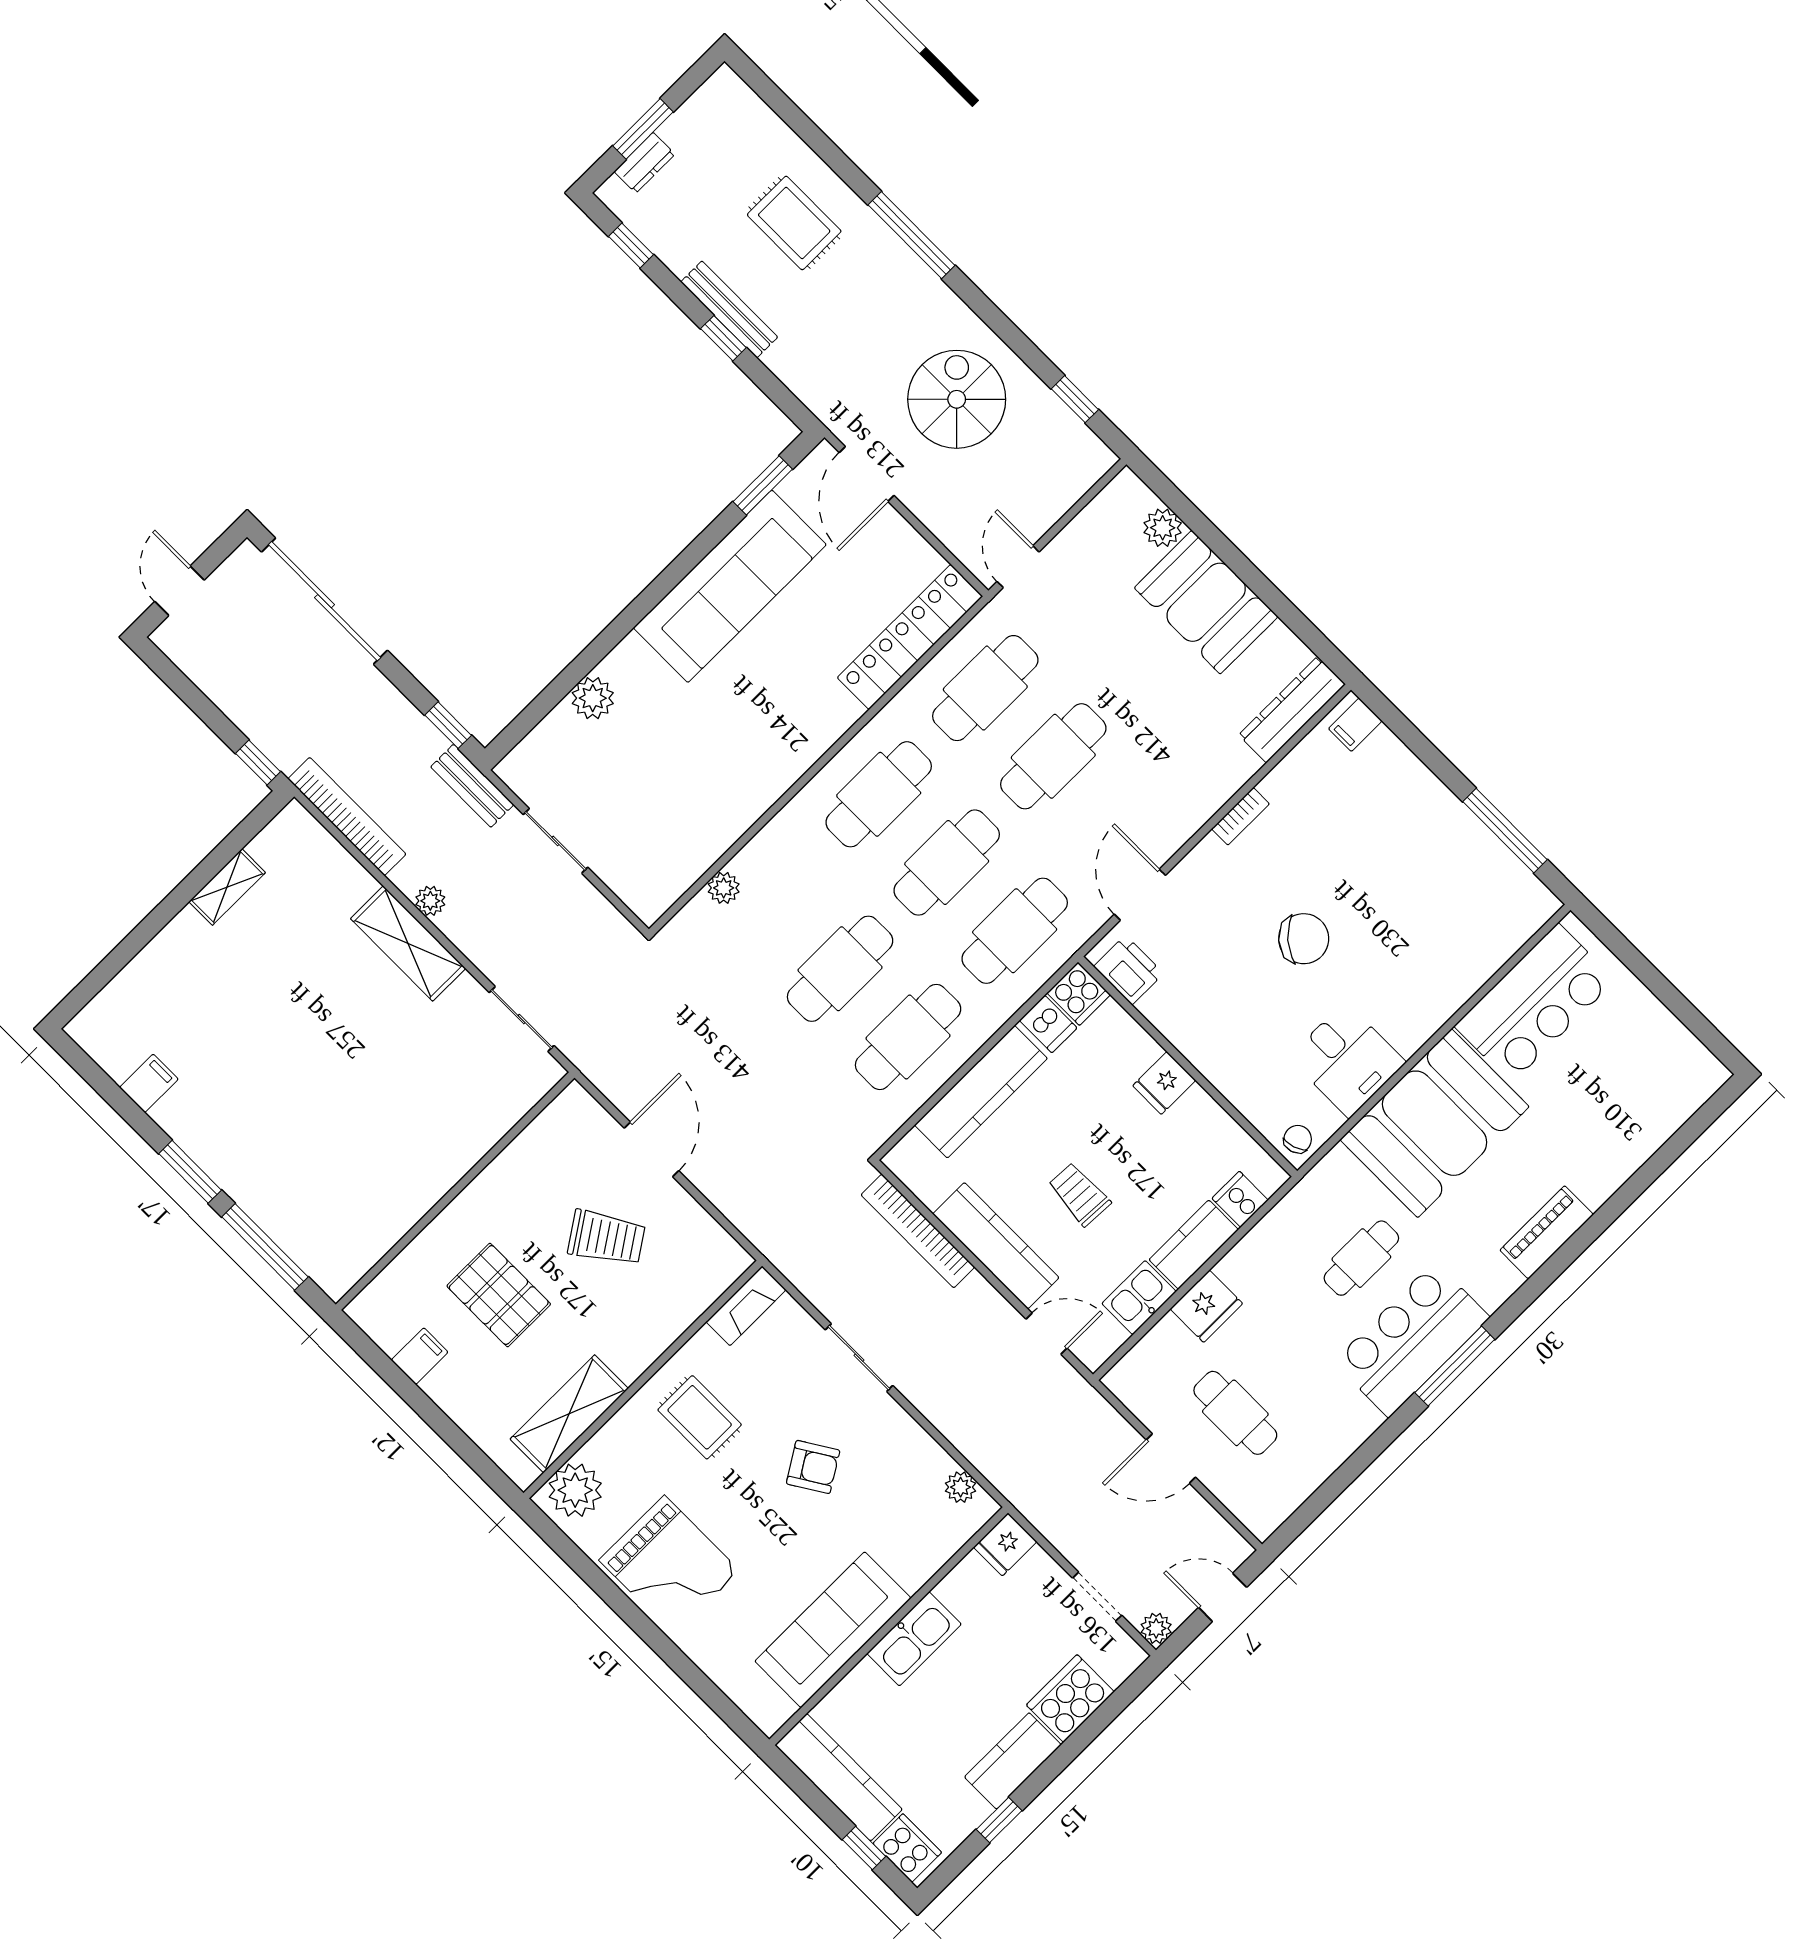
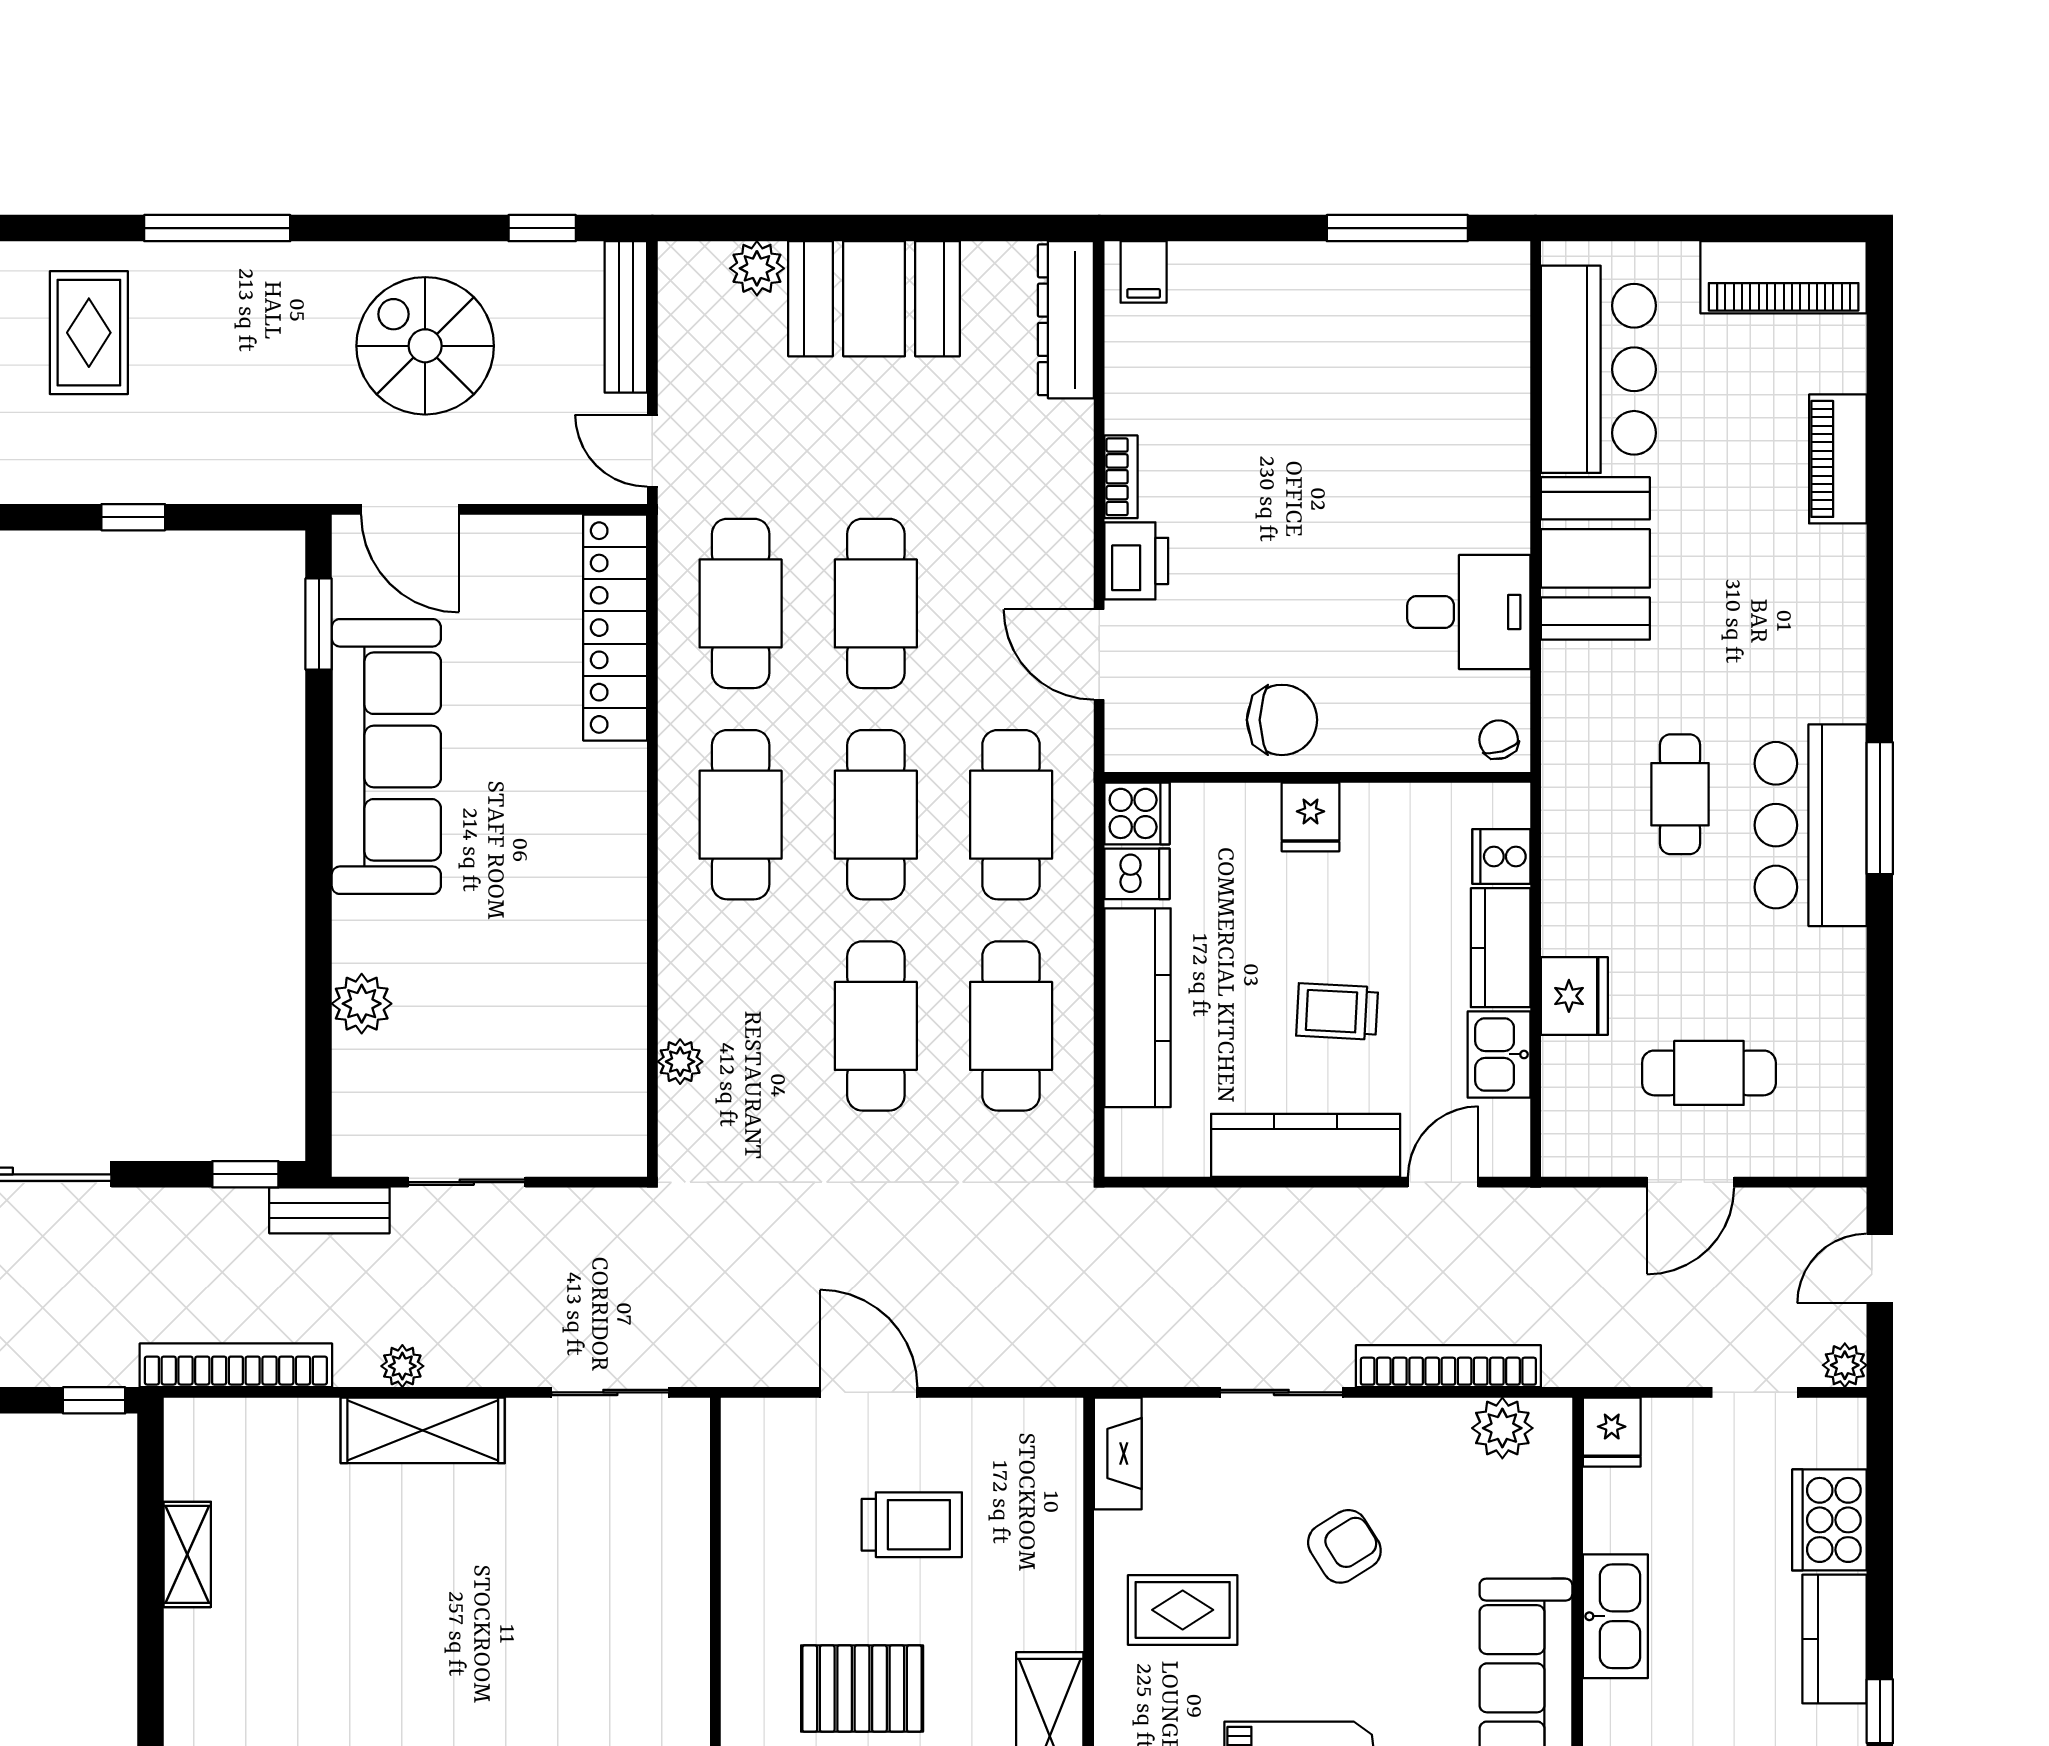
rug: (794, 223) -> (89, 333), turned 90
bench: (729, 309) -> (626, 317), moved, turned 90
chair: (1304, 939) -> (1282, 720), moved, turned 49
printer: (1129, 970) -> (1136, 561), moved, turned 90
piano: (1674, 1050) -> (1784, 277), added
booth: (1435, 1123) -> (1595, 558), width x0.73, depth x0.70
bookcase: (918, 1231) -> (1448, 1366), moved, turned 180
piano: (1547, 1232) -> (1838, 459), moved
trolley: (606, 1238) -> (912, 1525), turned 34
plant: (961, 1487) -> (1502, 1428), width x1.38, depth x1.38

